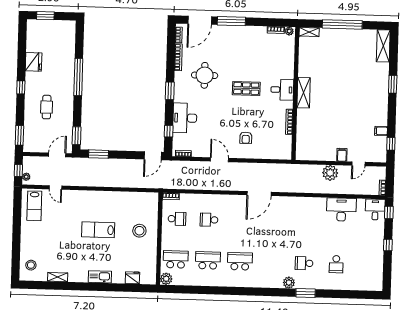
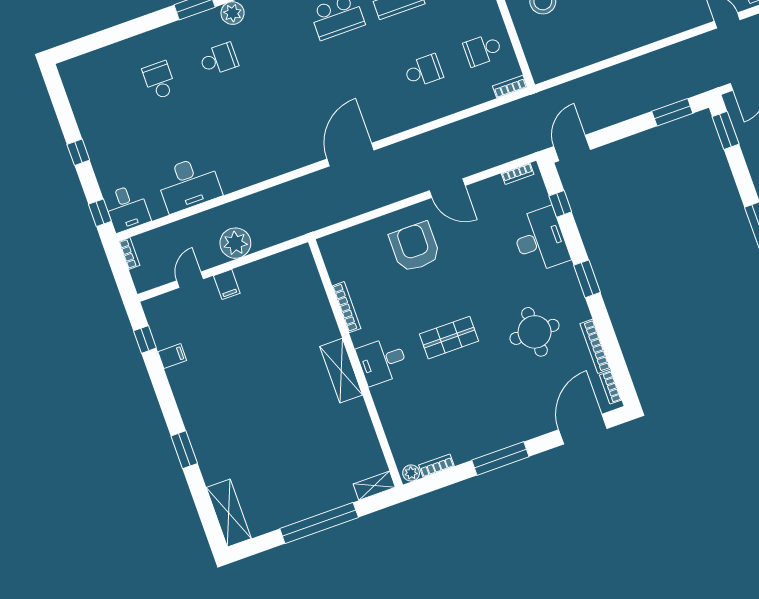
window: (231, 21) -> (500, 458), moved
armchair: (246, 138) -> (415, 247), width x1.88, depth x1.88

